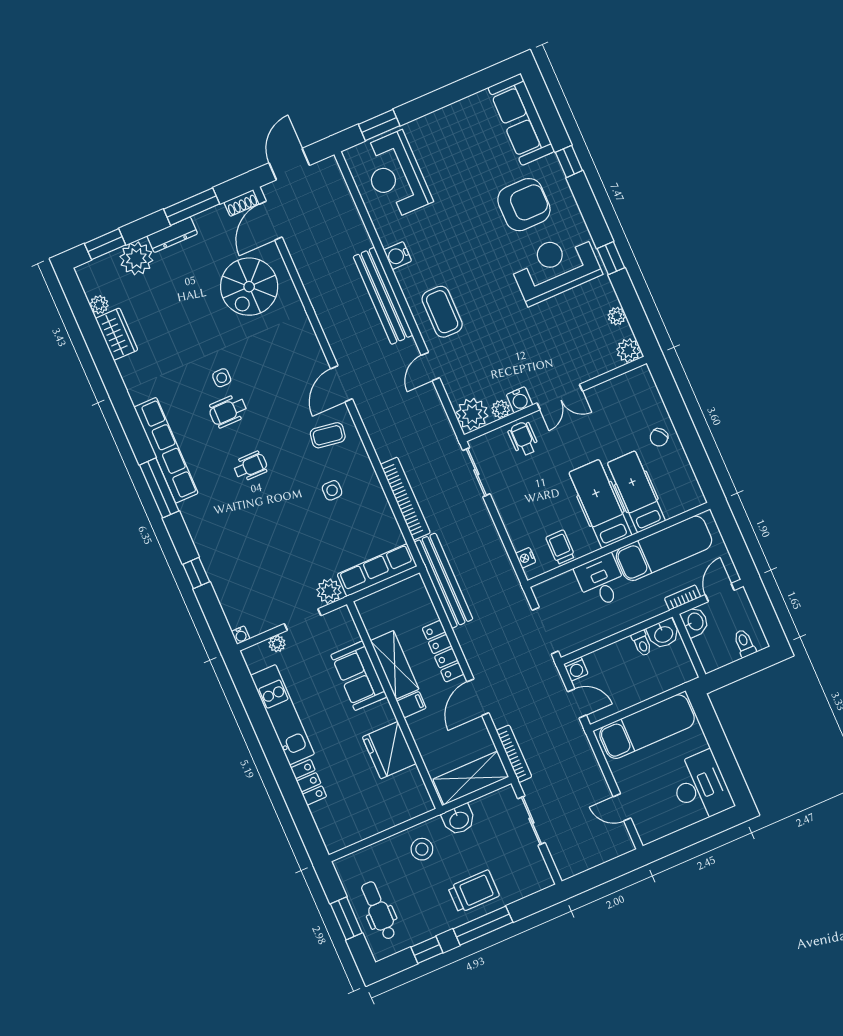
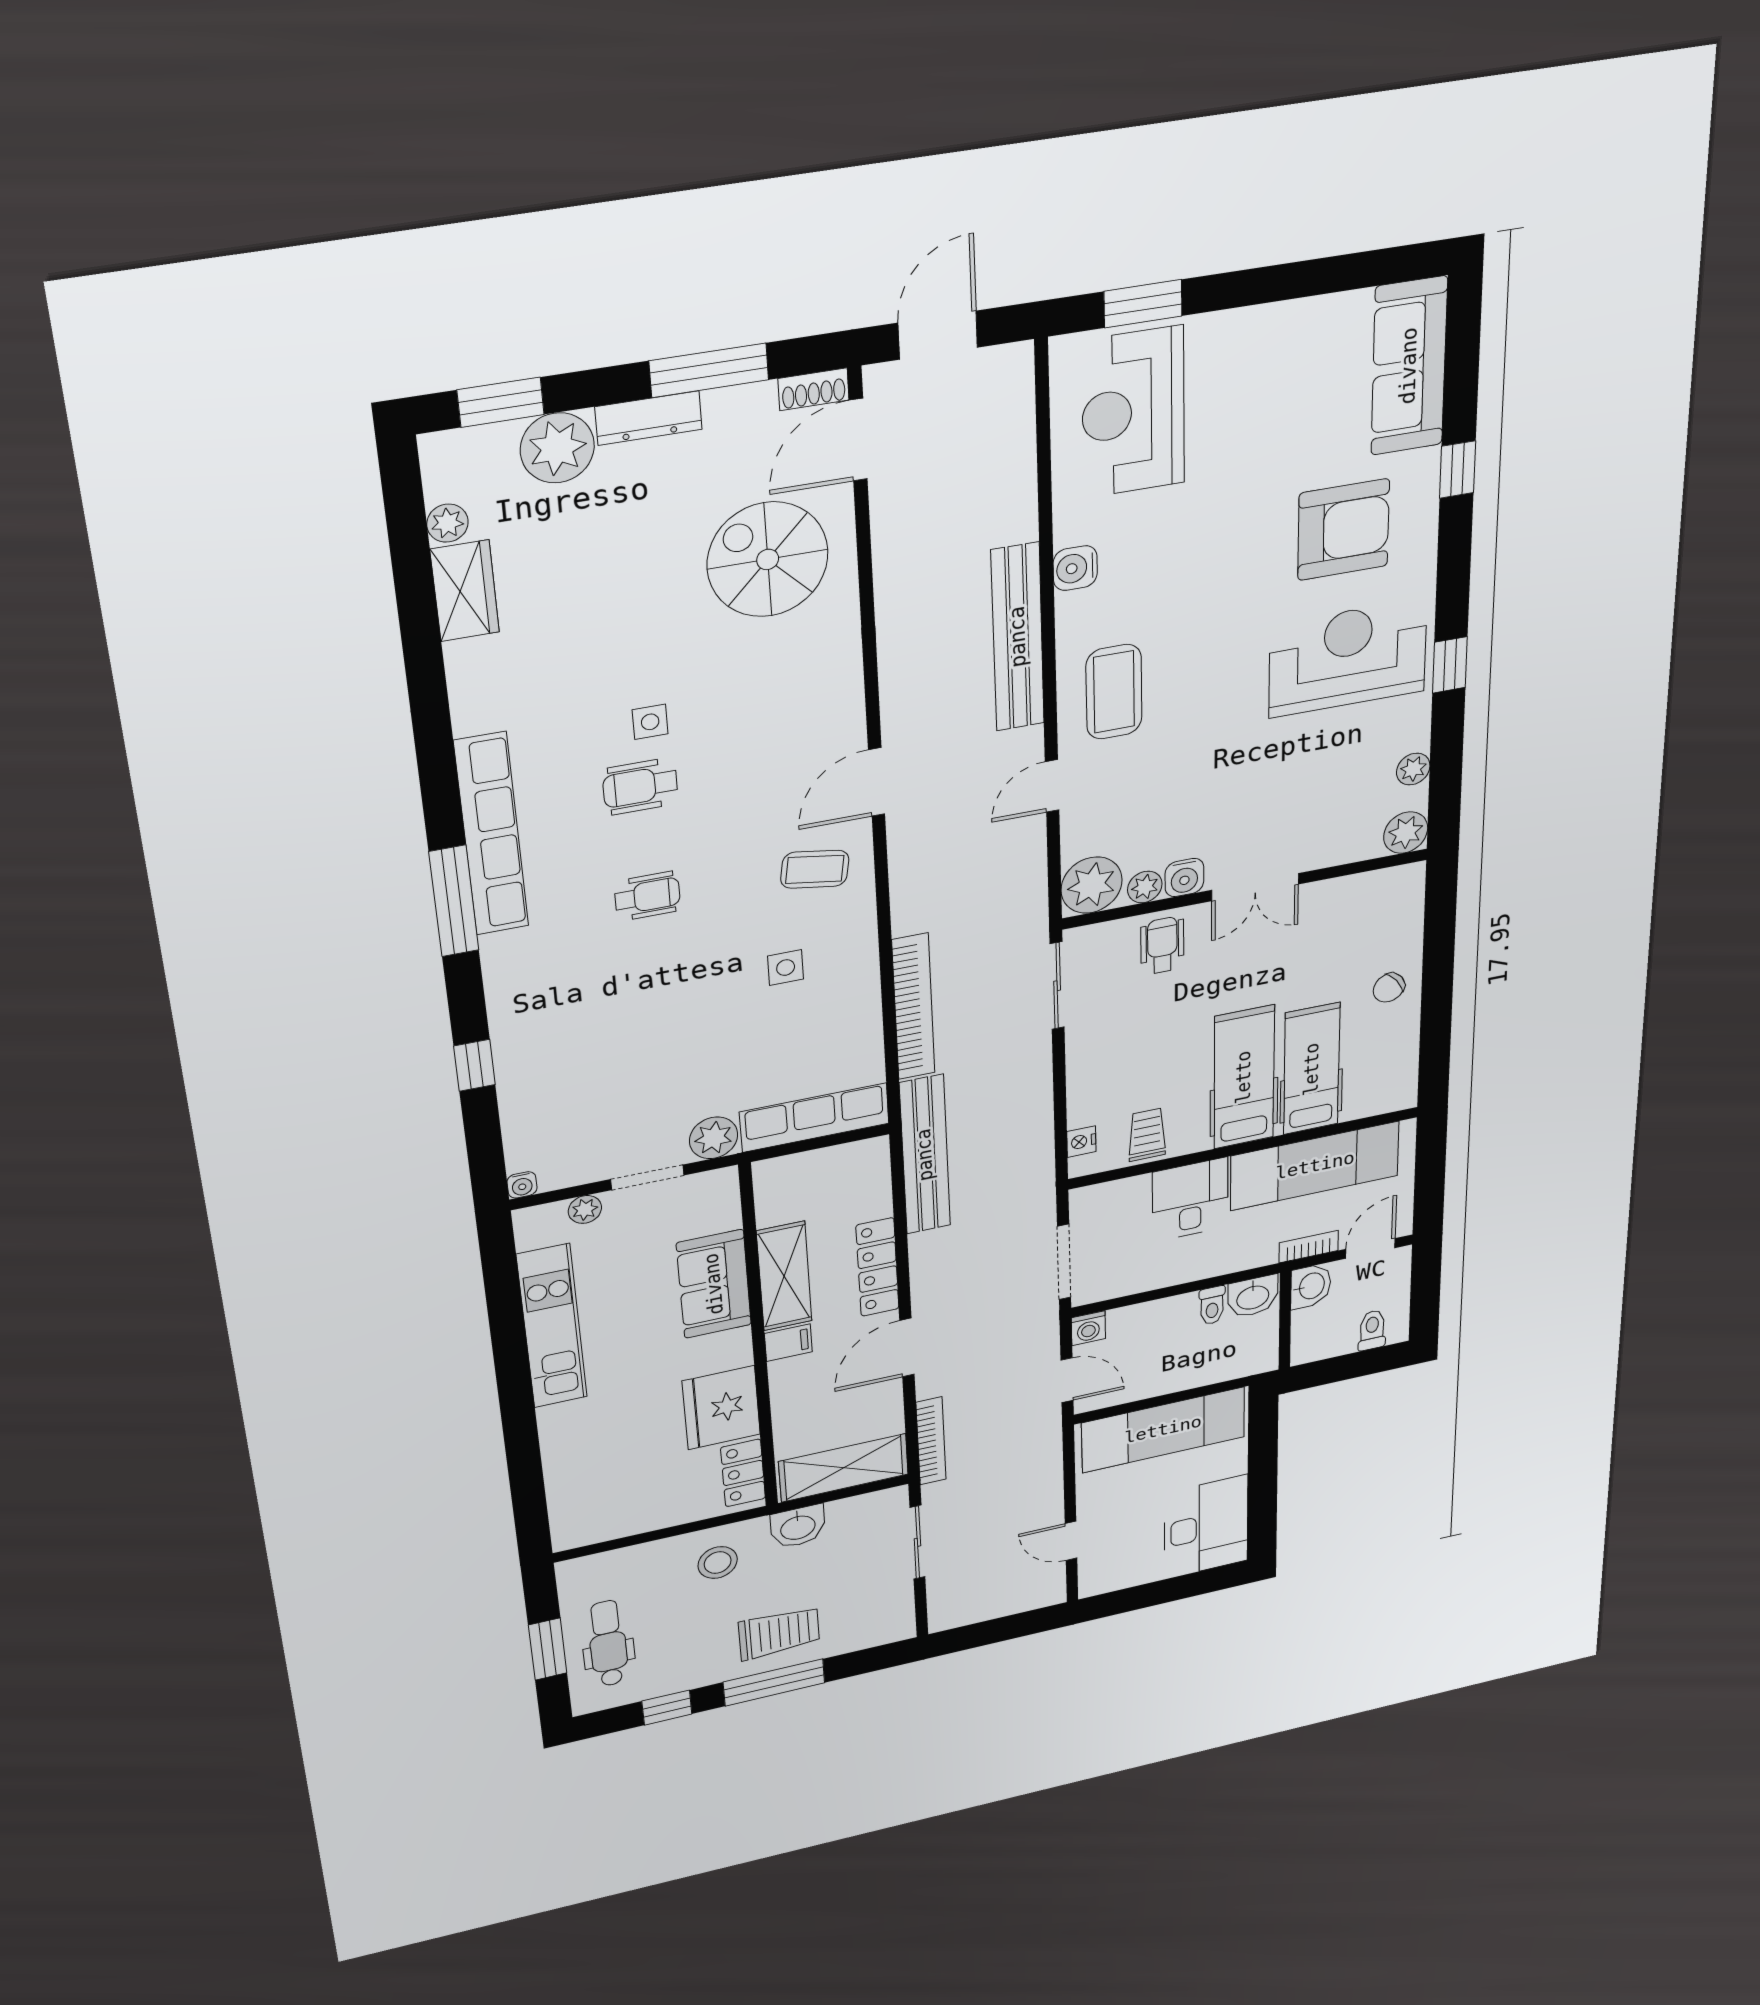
spiral stairs: (249, 287) -> (768, 559), turned 90
locker: (309, 782) -> (743, 1473), moved, turned 180

